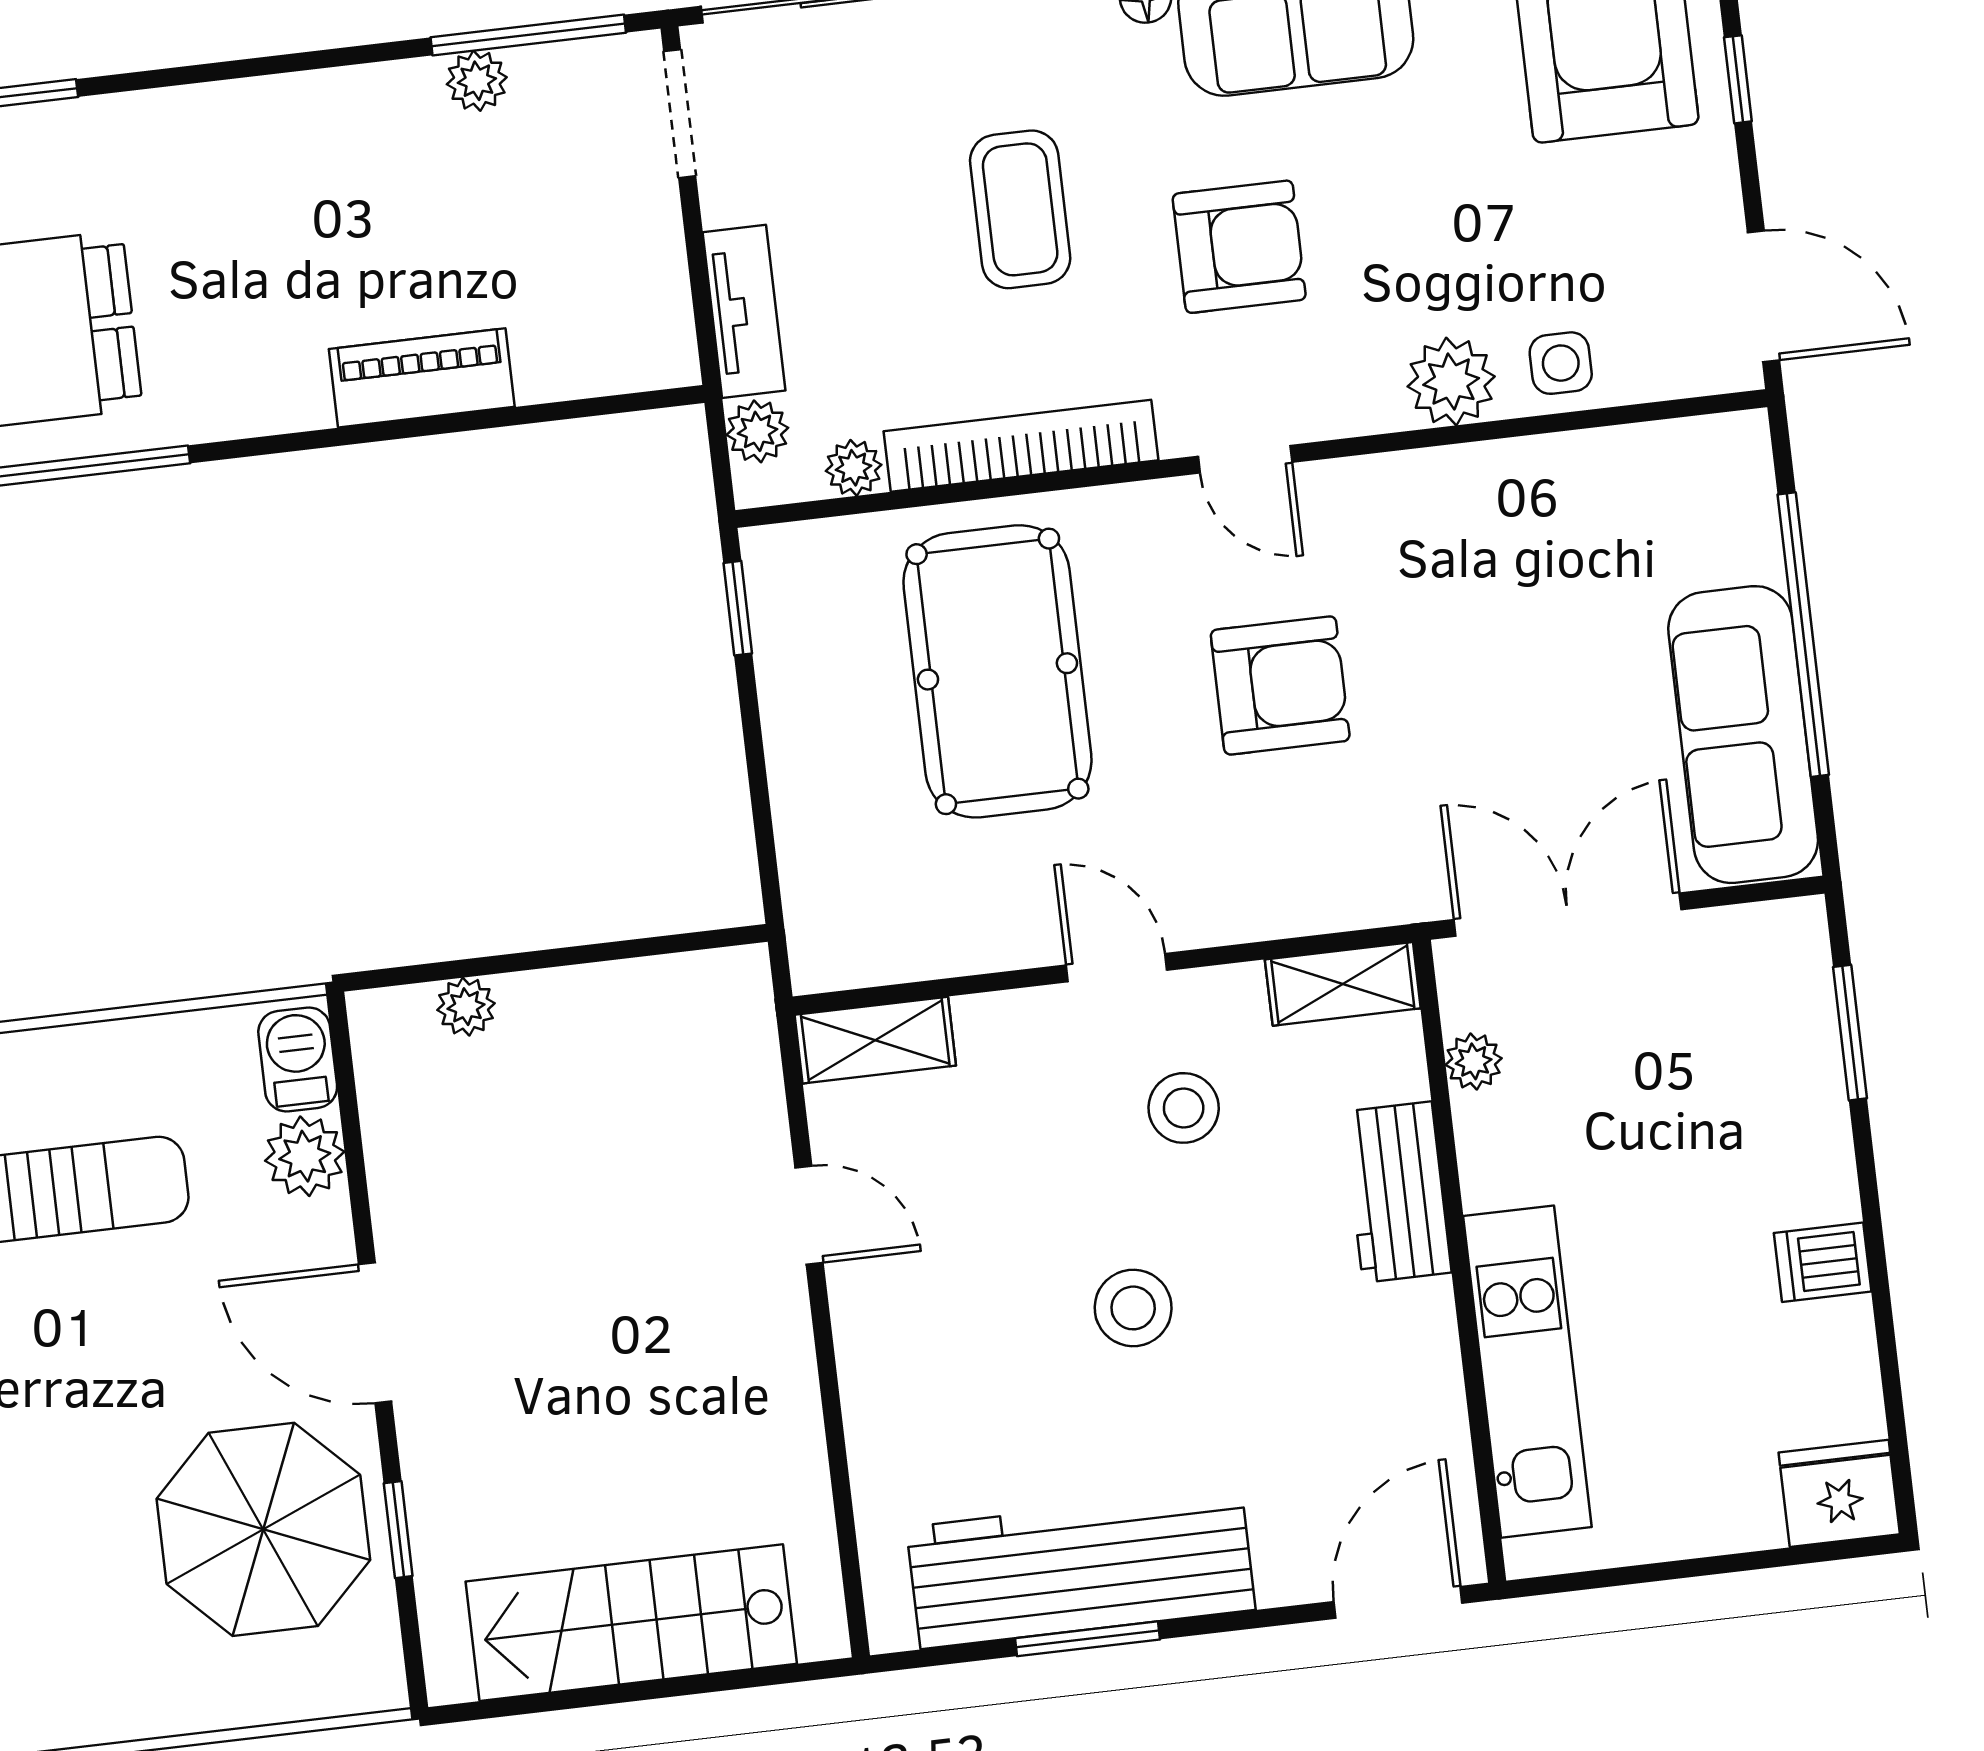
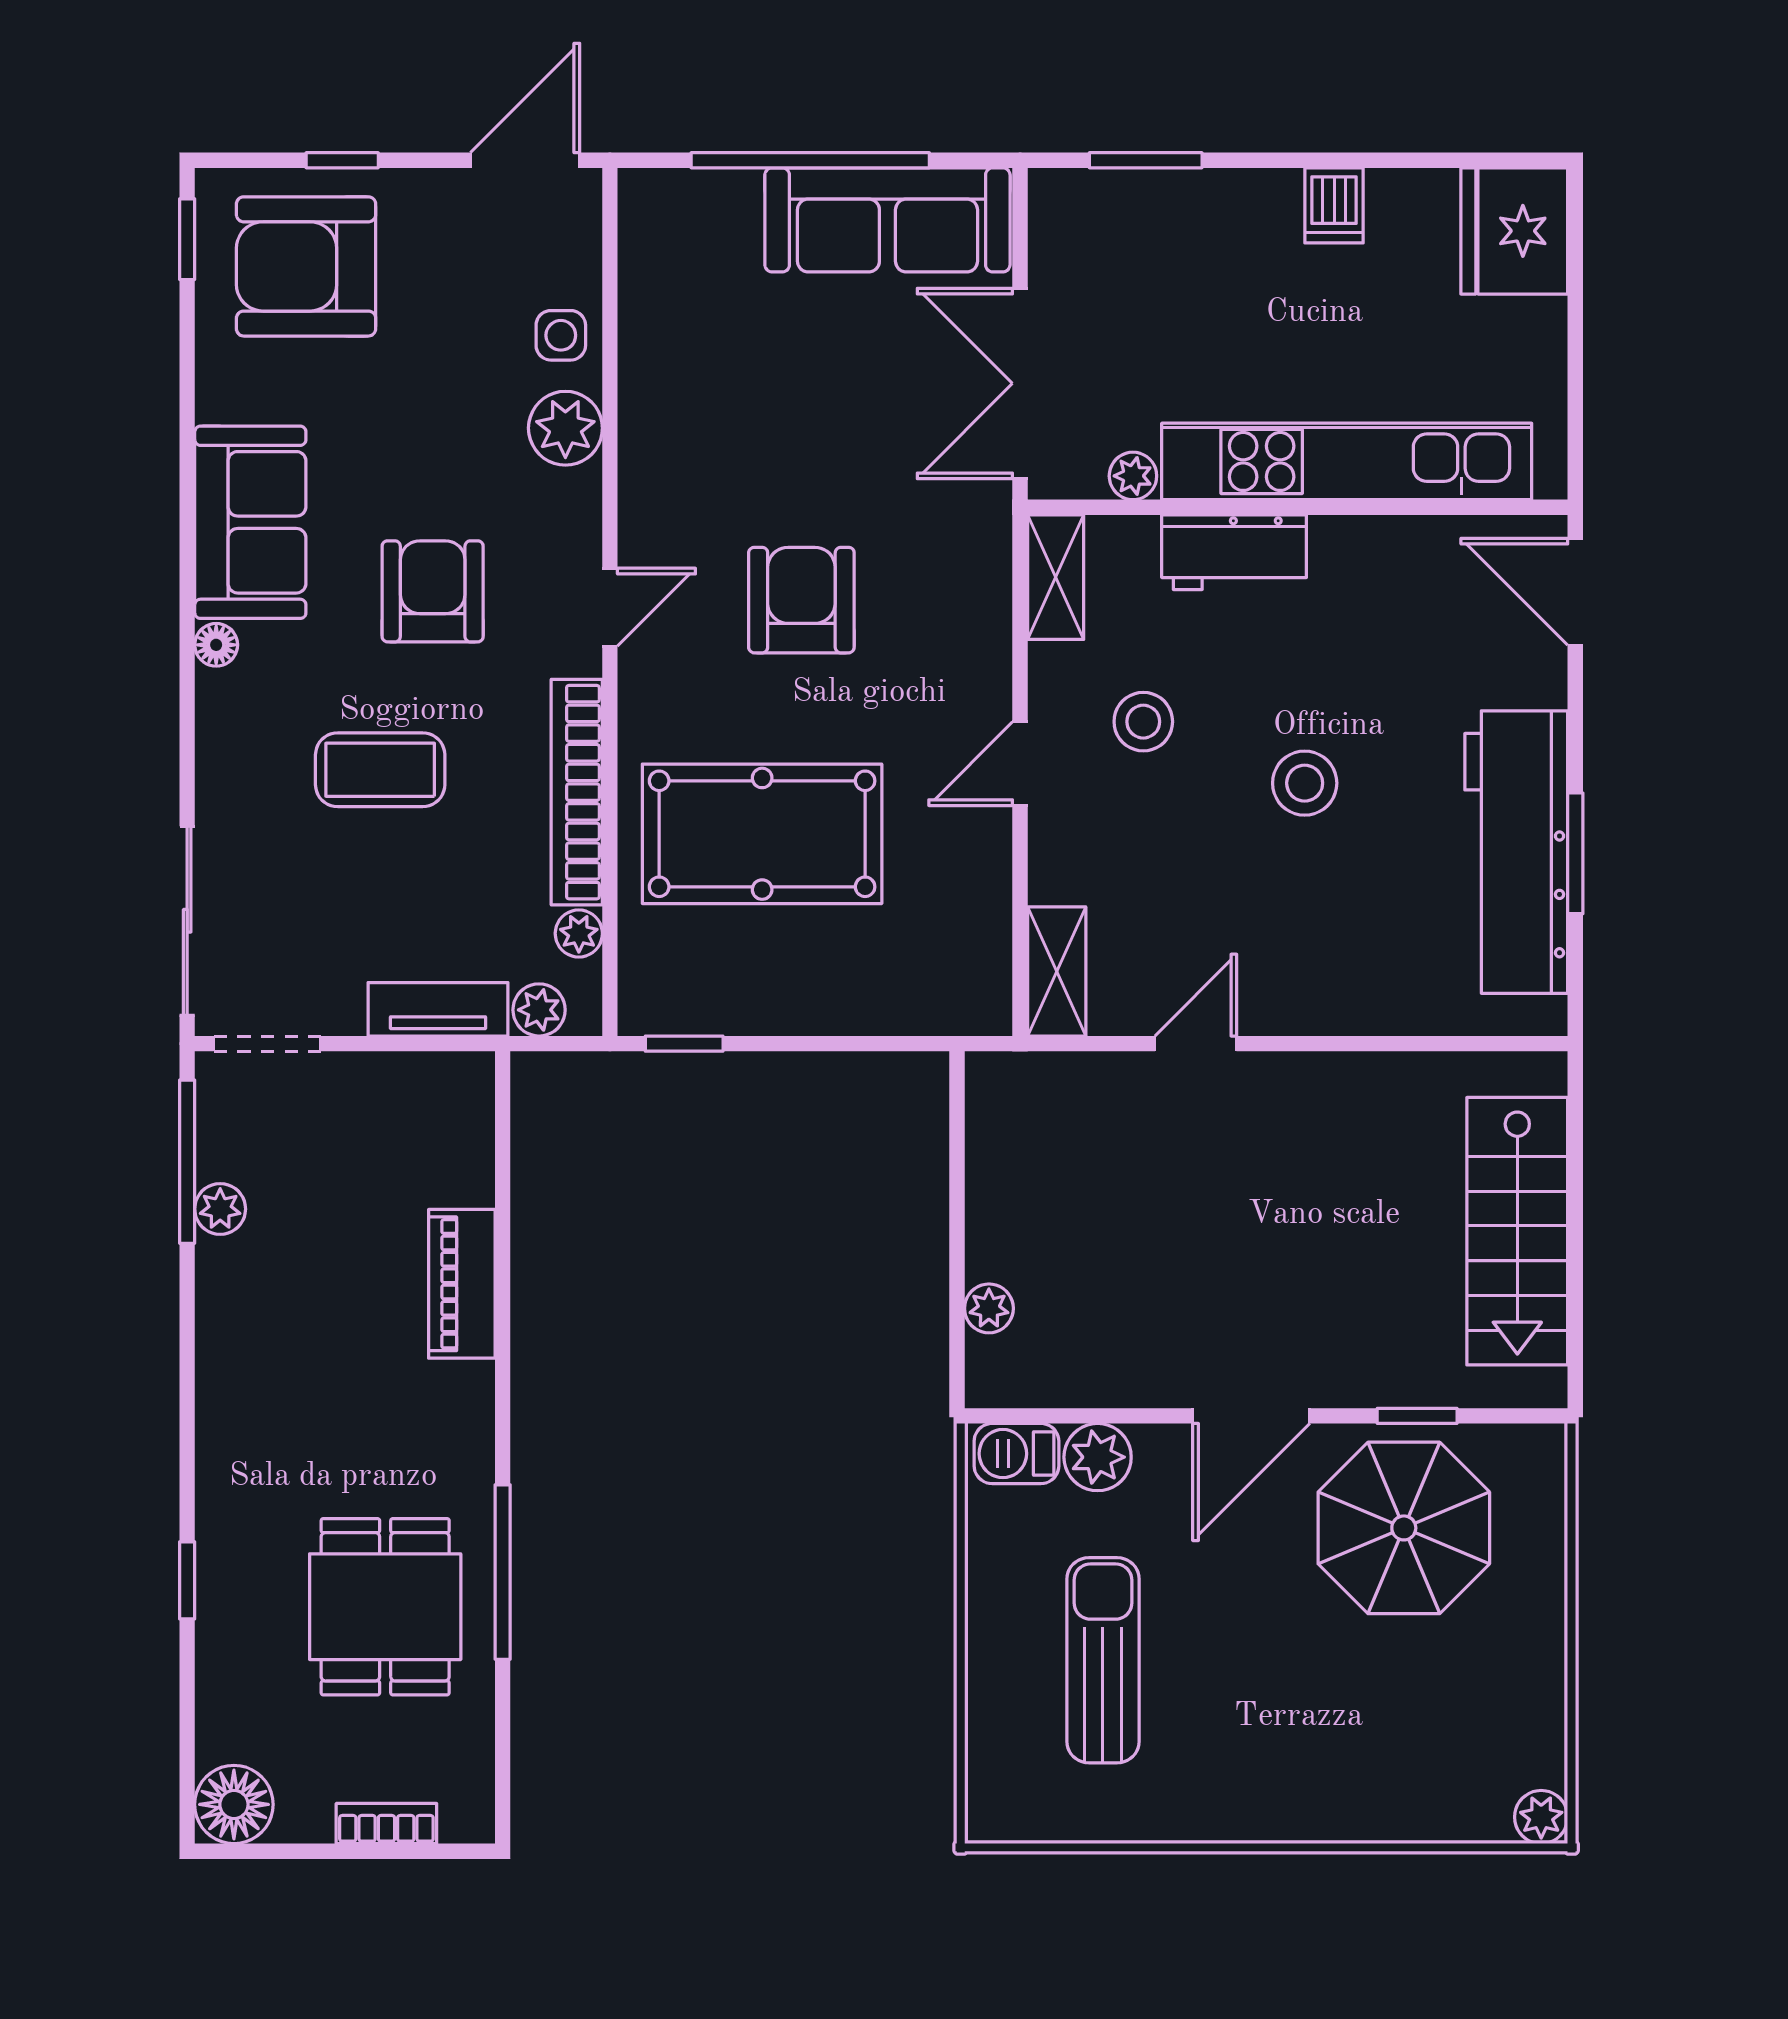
kitchen unit: (1527, 1372) -> (1347, 461), width x1.36
fridge: (1839, 1493) -> (1514, 231), width x1.36, depth x1.34

